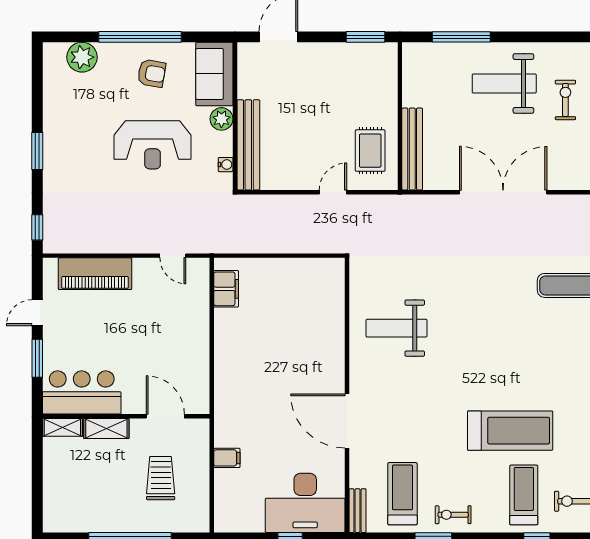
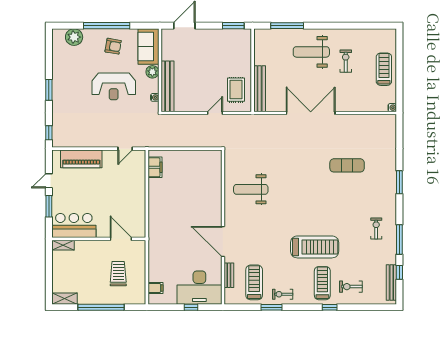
door: (173, 256) -> (125, 149), hinge flipped
shelving: (106, 429) -> (64, 299), moved
filing cabinet: (227, 458) -> (155, 288), moved
bench: (358, 511) -> (229, 275), moved

